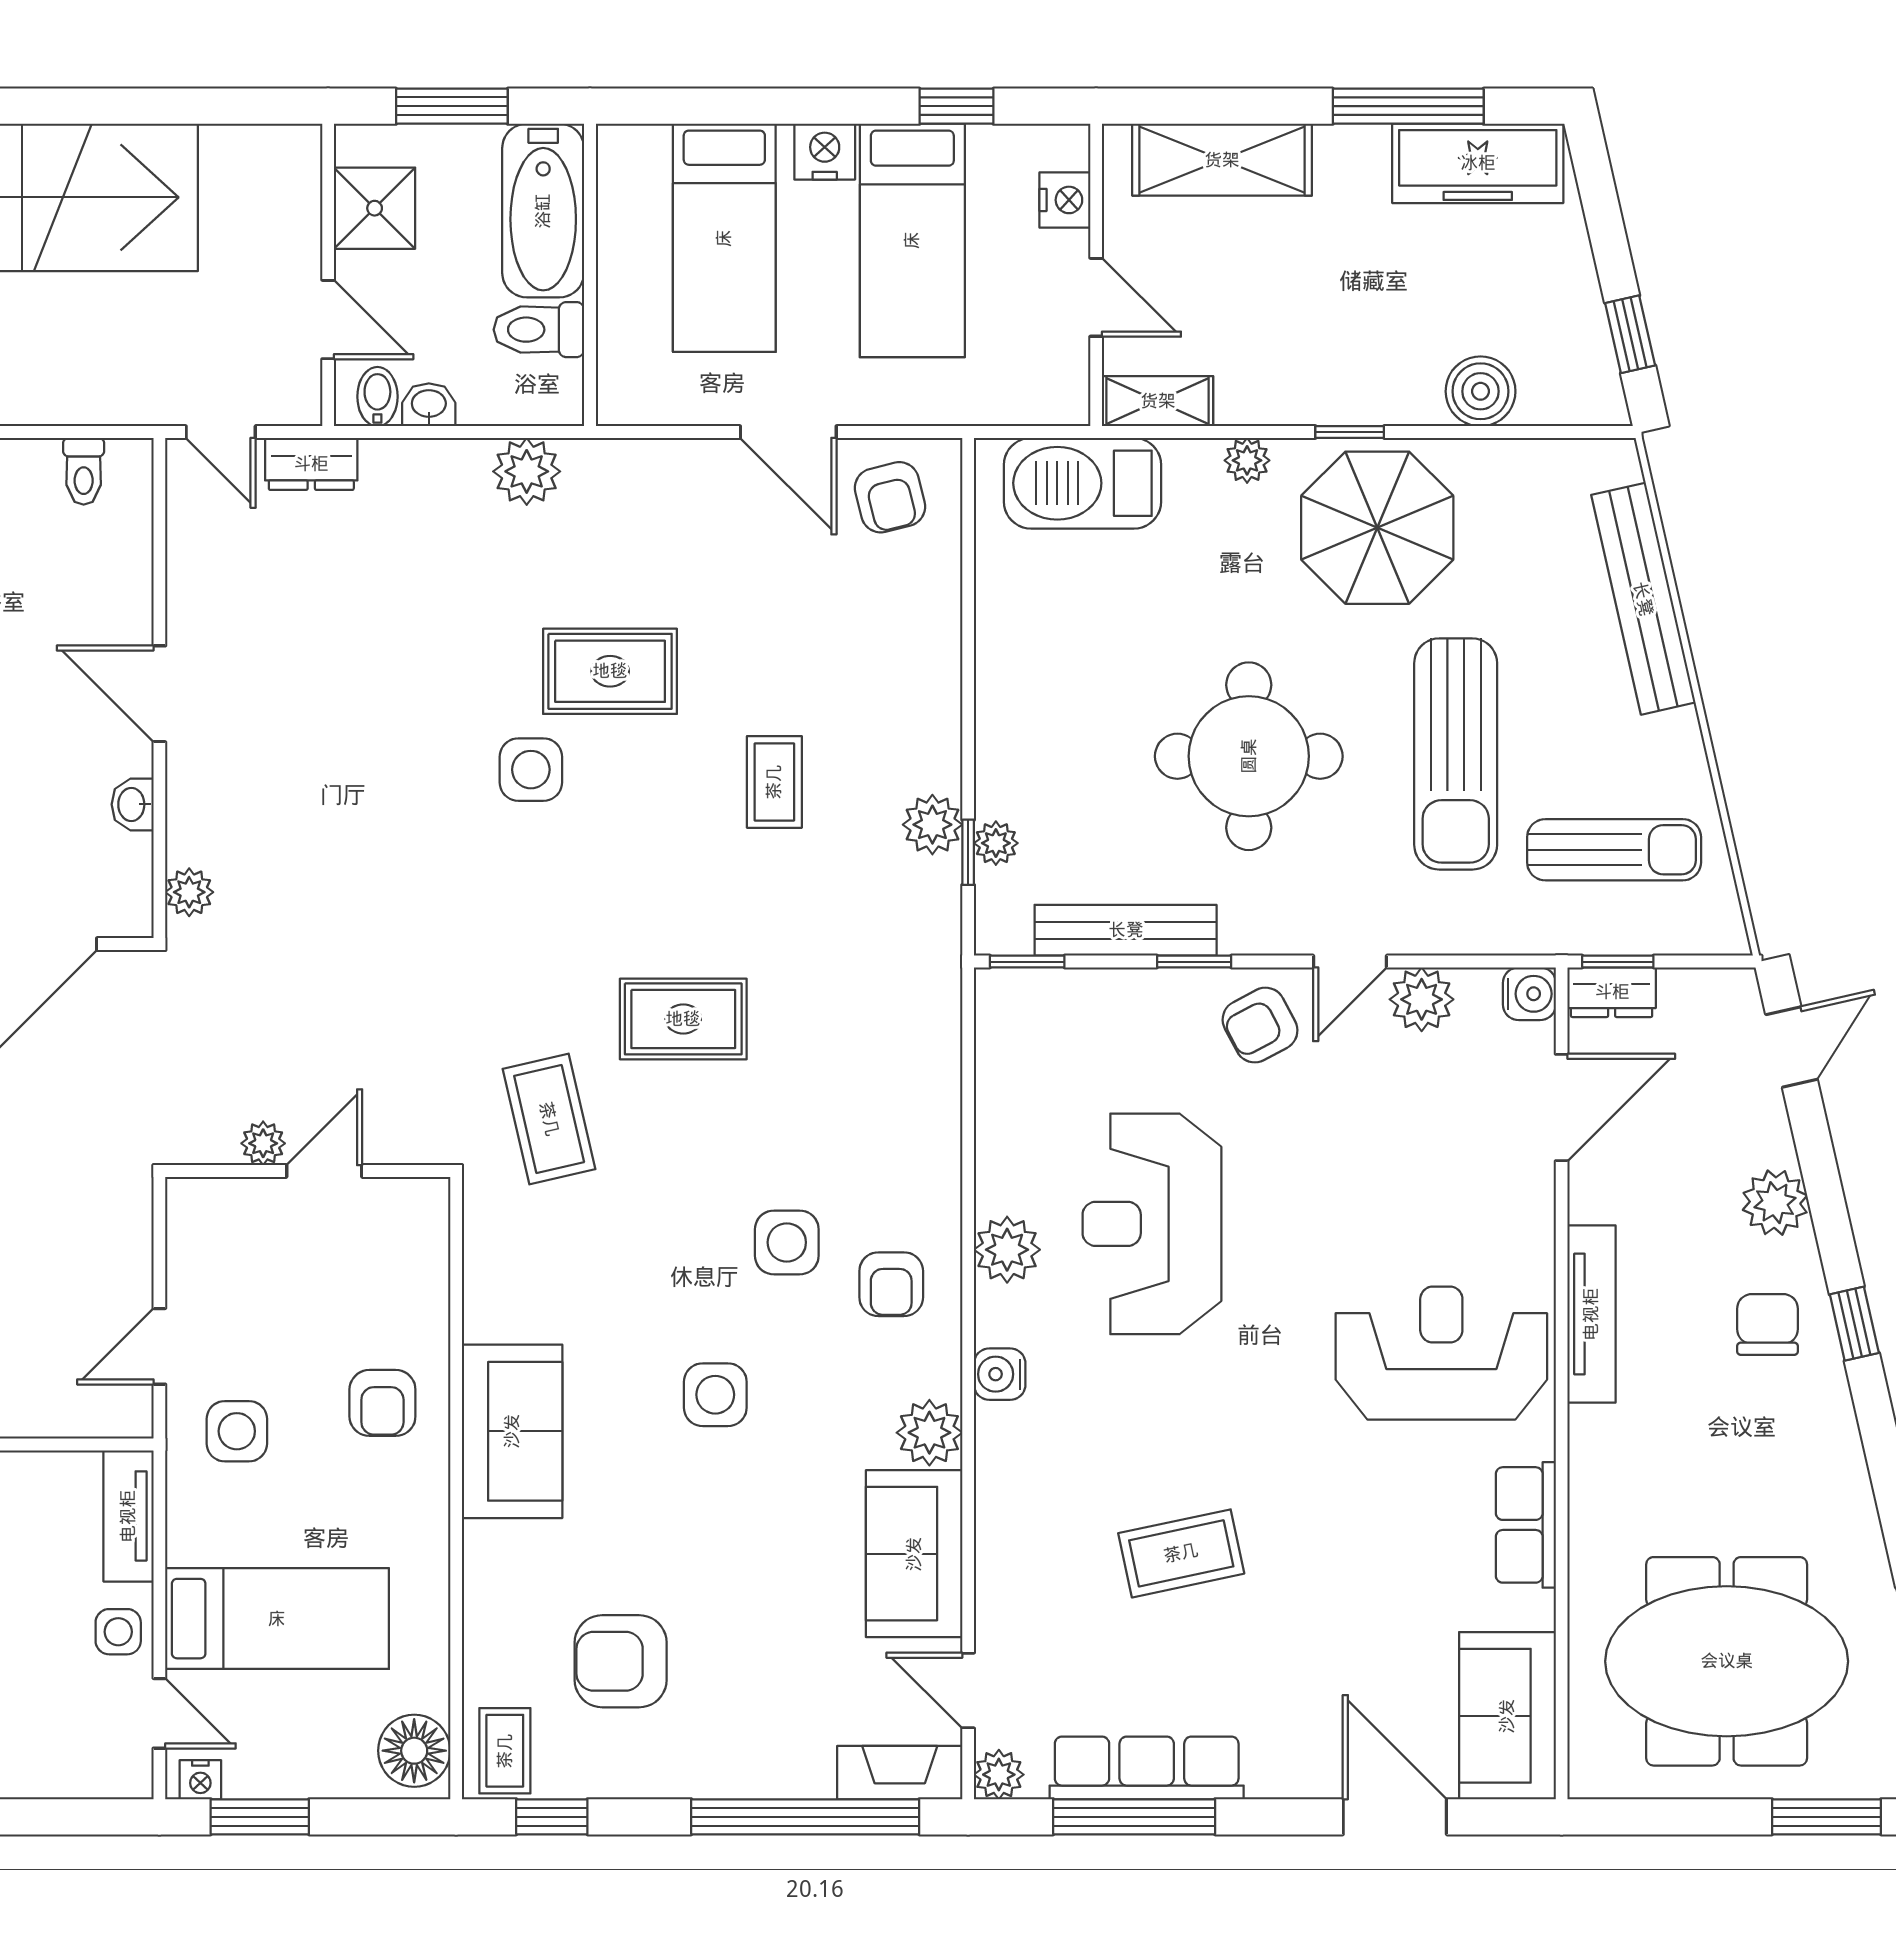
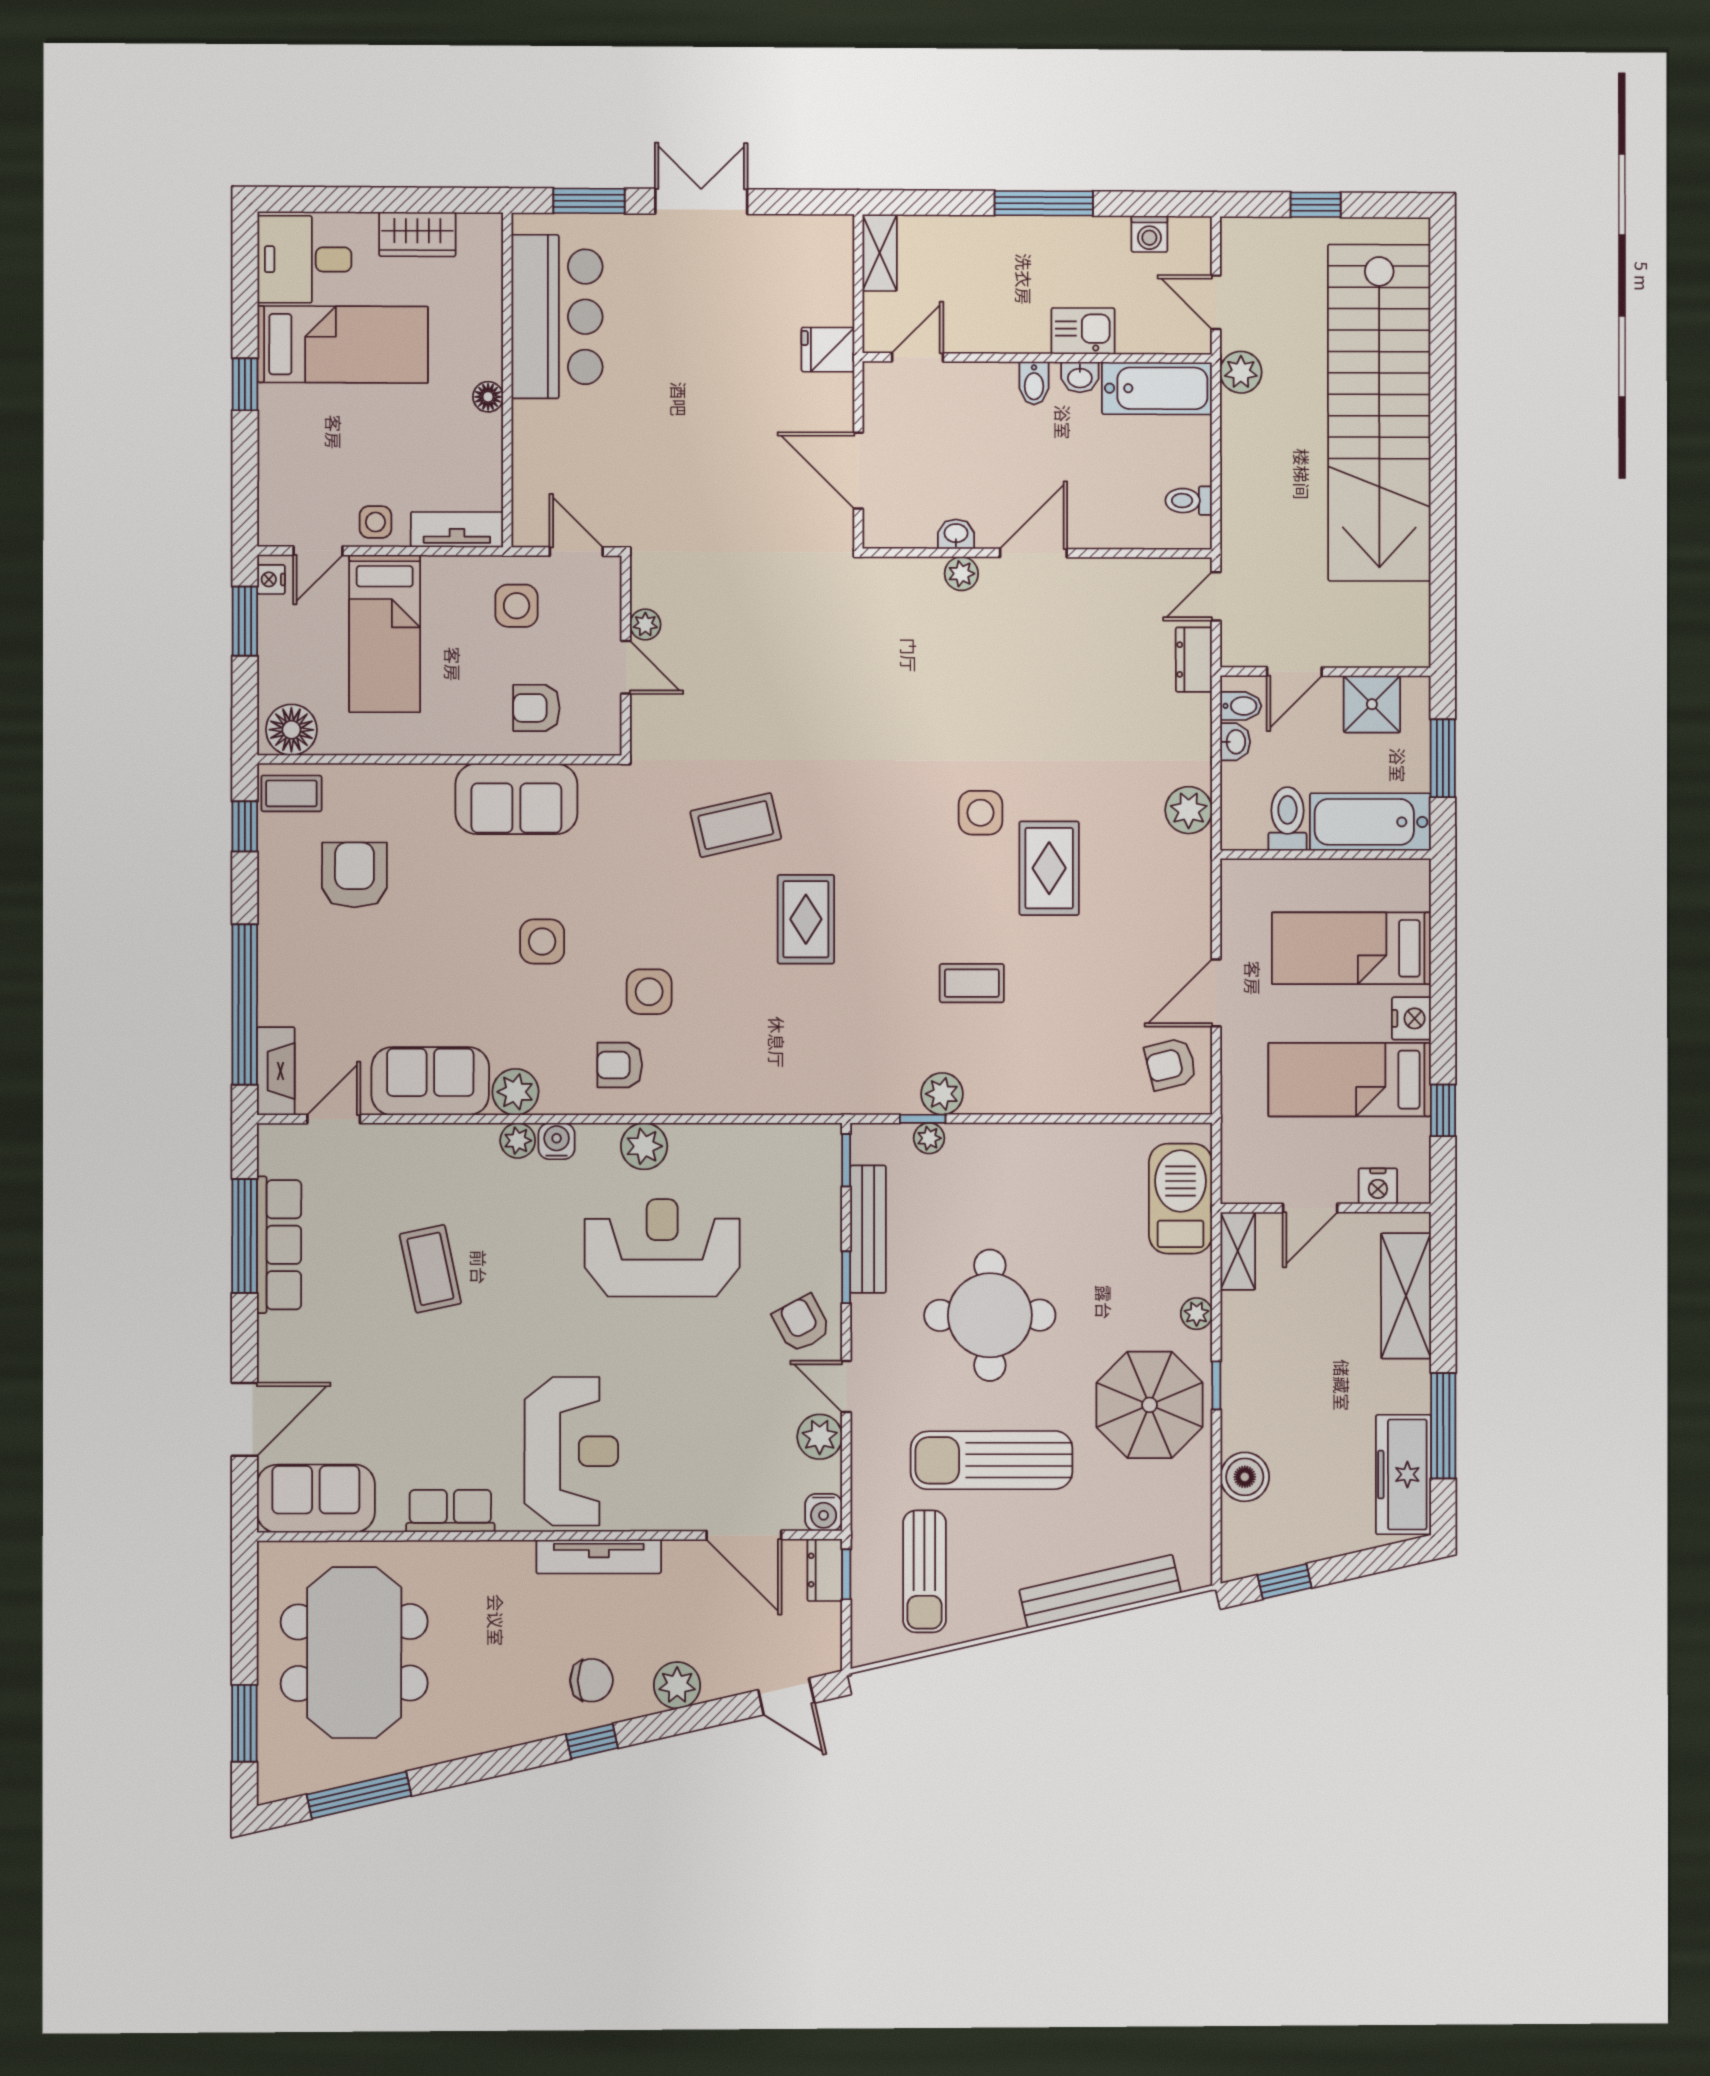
plant: (189, 892) -> (961, 574), moved
plant: (263, 1143) -> (645, 624), moved
wall: (308, 1171) -> (626, 656), moved
door: (324, 1171) -> (626, 667), moved
plant: (999, 1775) -> (518, 1141), moved

